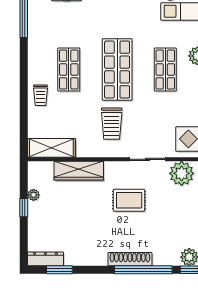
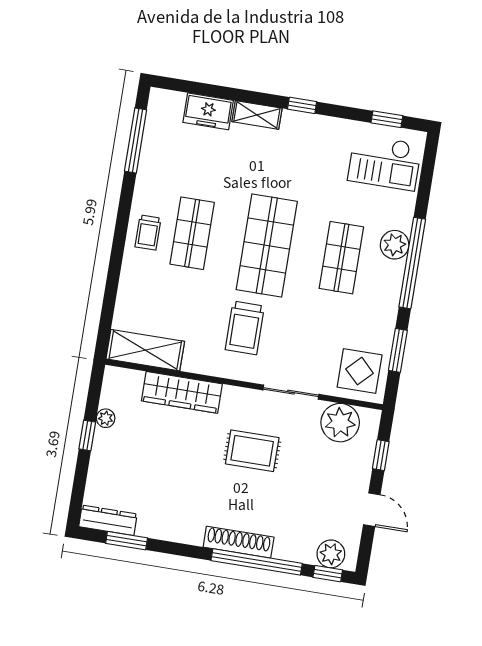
trolley: (40, 95) -> (148, 233), moved

